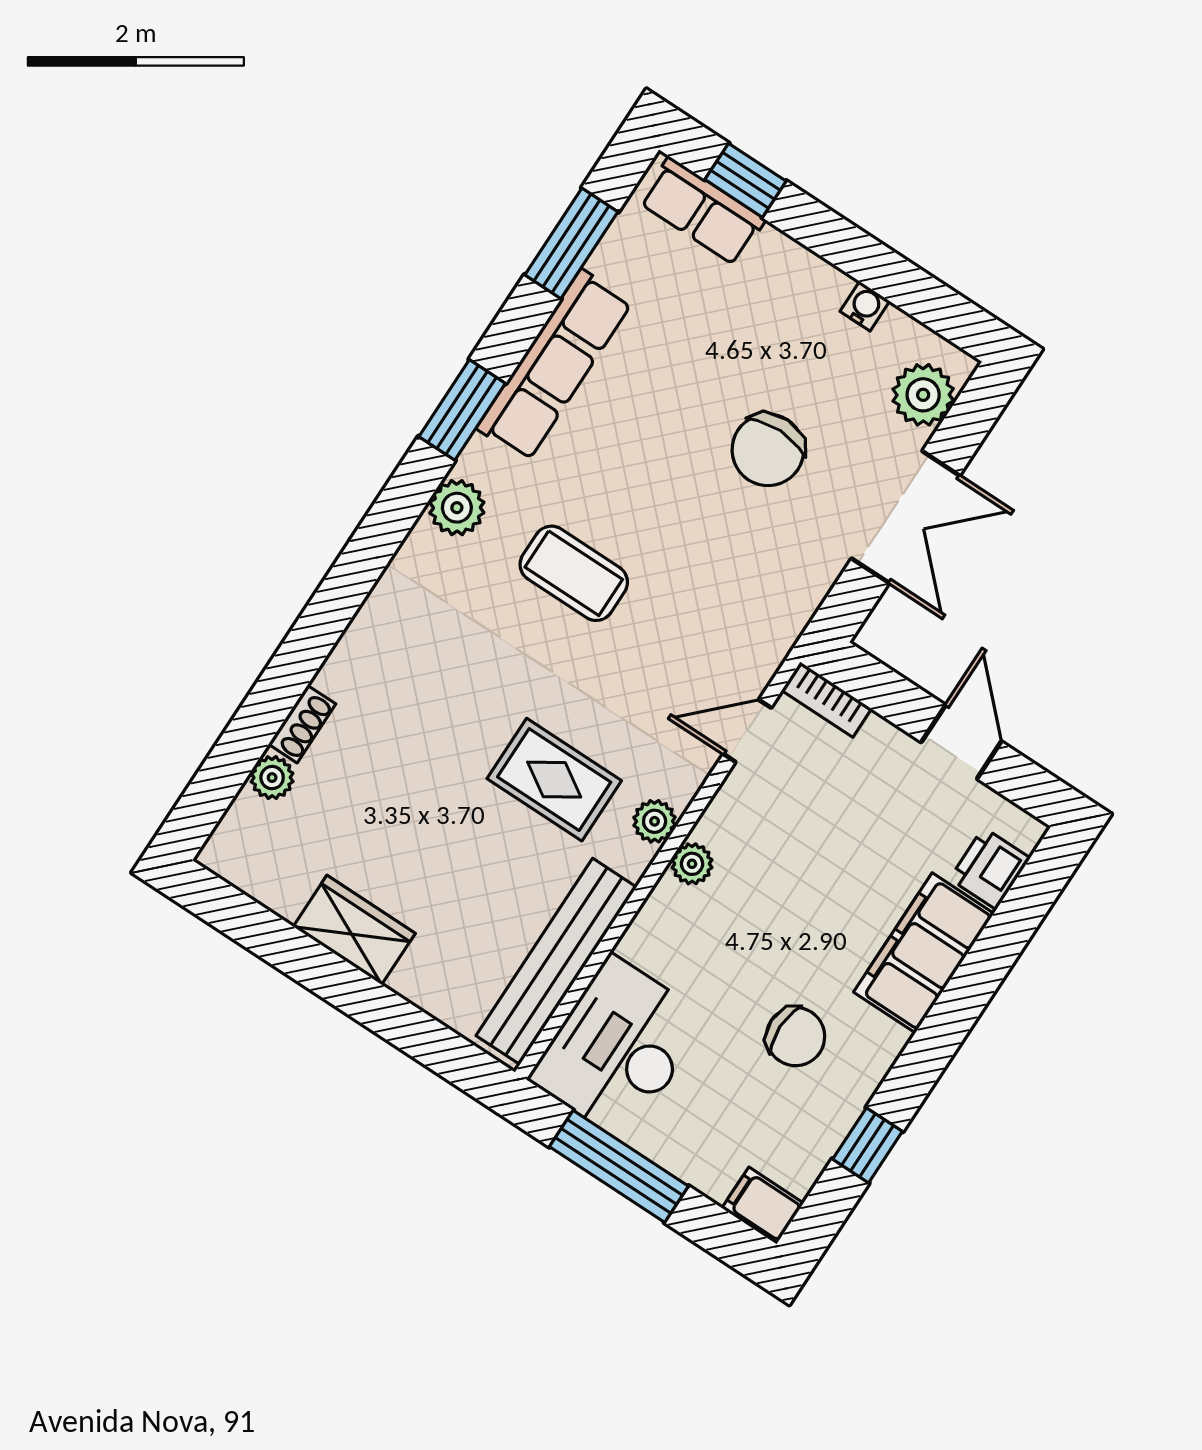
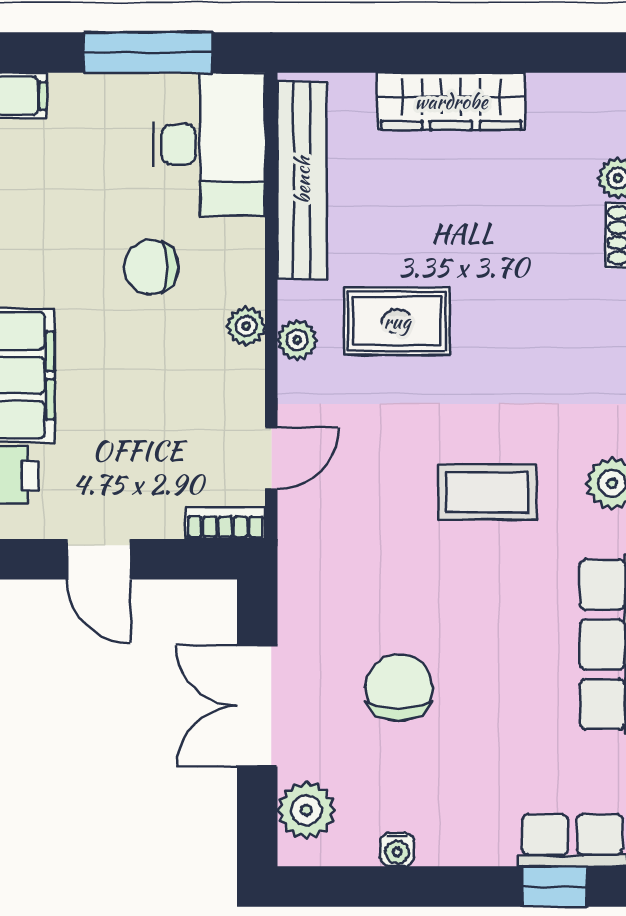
wardrobe: (354, 930) -> (451, 101), width x1.50
chair: (796, 1037) -> (151, 267), moved

